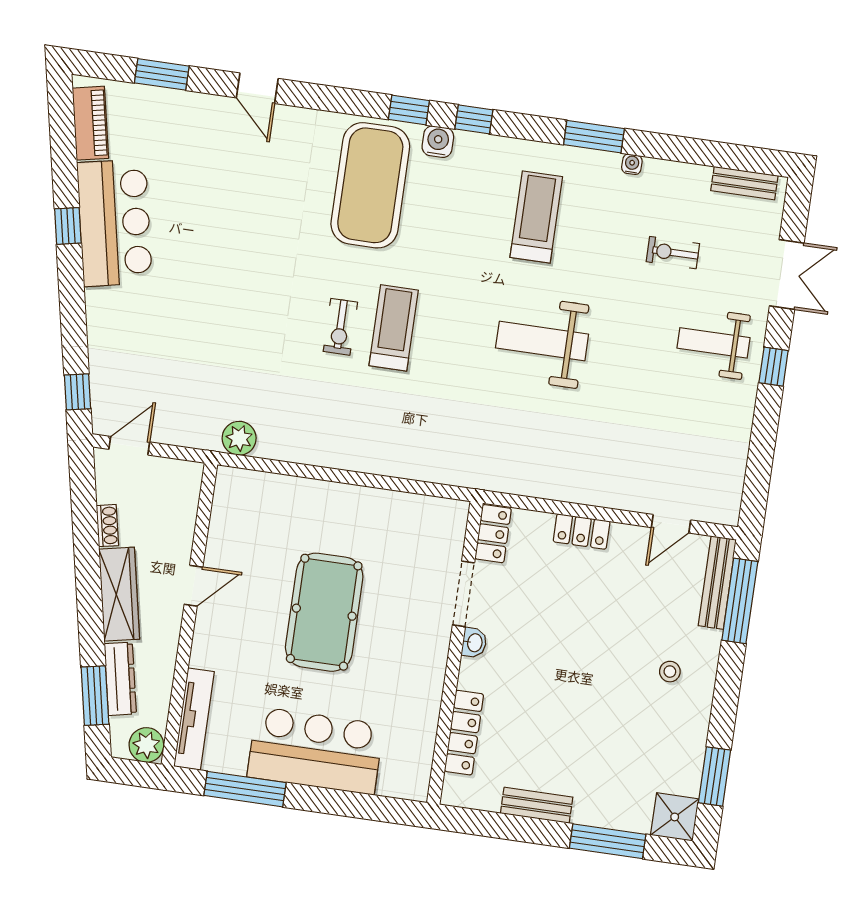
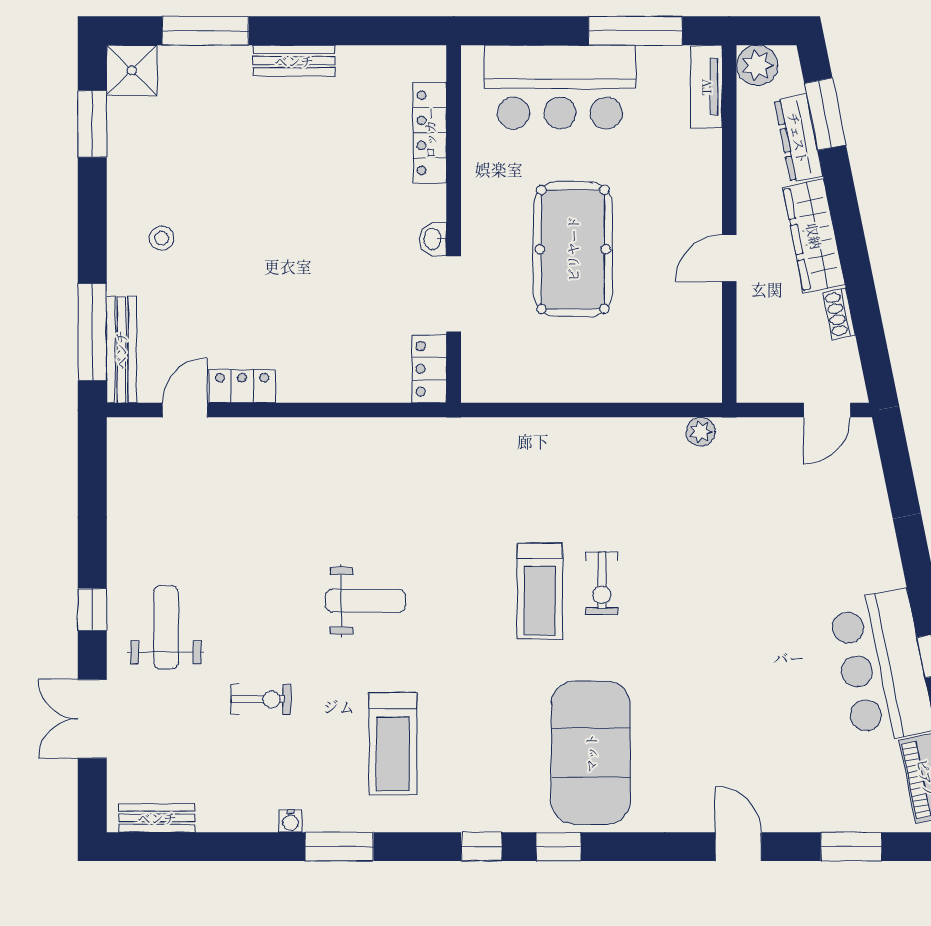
water cooler: (438, 142) -> (520, 815), removed
exercise bike: (673, 253) -> (261, 699), moved
exercise bike: (340, 327) -> (602, 583), turned 180
weight bench: (542, 341) -> (365, 601), width x0.73, depth x0.75
weight bench: (714, 343) -> (166, 627), turned -90
window: (77, 392) -> (896, 464), removed
plant: (239, 438) -> (701, 432), width x0.73, depth x0.73
locker: (582, 531) -> (242, 386), moved
locker: (493, 534) -> (429, 369), moved
doorway: (463, 594) -> (454, 294), moved
washbasin: (474, 643) -> (433, 239), moved
wall: (455, 653) -> (454, 224), moved
tv unit: (194, 719) -> (706, 87), width x0.71
locker: (464, 733) -> (430, 133), moved

